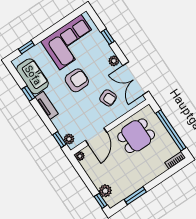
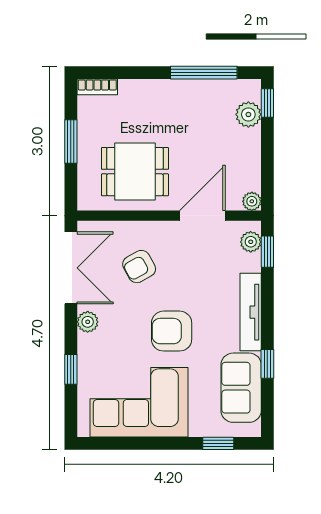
armchair: (108, 98) -> (139, 267), turned -97
tv unit: (46, 105) -> (251, 312), width x1.41
window: (171, 130) -> (71, 141), width x0.47
window: (135, 196) -> (204, 73), width x1.44

